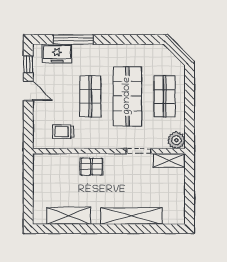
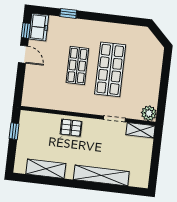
window: (73, 39) -> (68, 13), width x0.46
freezer: (57, 53) -> (39, 27), moved, turned -90
shop shelf: (165, 96) -> (143, 73), removed
trolley: (63, 132) -> (50, 94), removed
window: (28, 178) -> (14, 131), added

